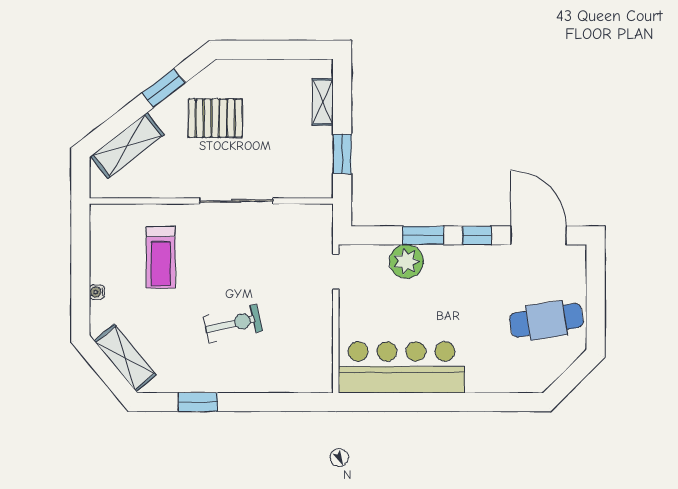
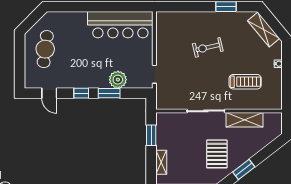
pallet: (215, 118) -> (217, 154), turned 90
shelving: (127, 145) -> (244, 120), moved, turned 38
door: (539, 235) -> (49, 93), width x0.53
treadmill: (161, 257) -> (245, 82), turned 90
cafe table: (546, 320) -> (45, 49), turned -74

